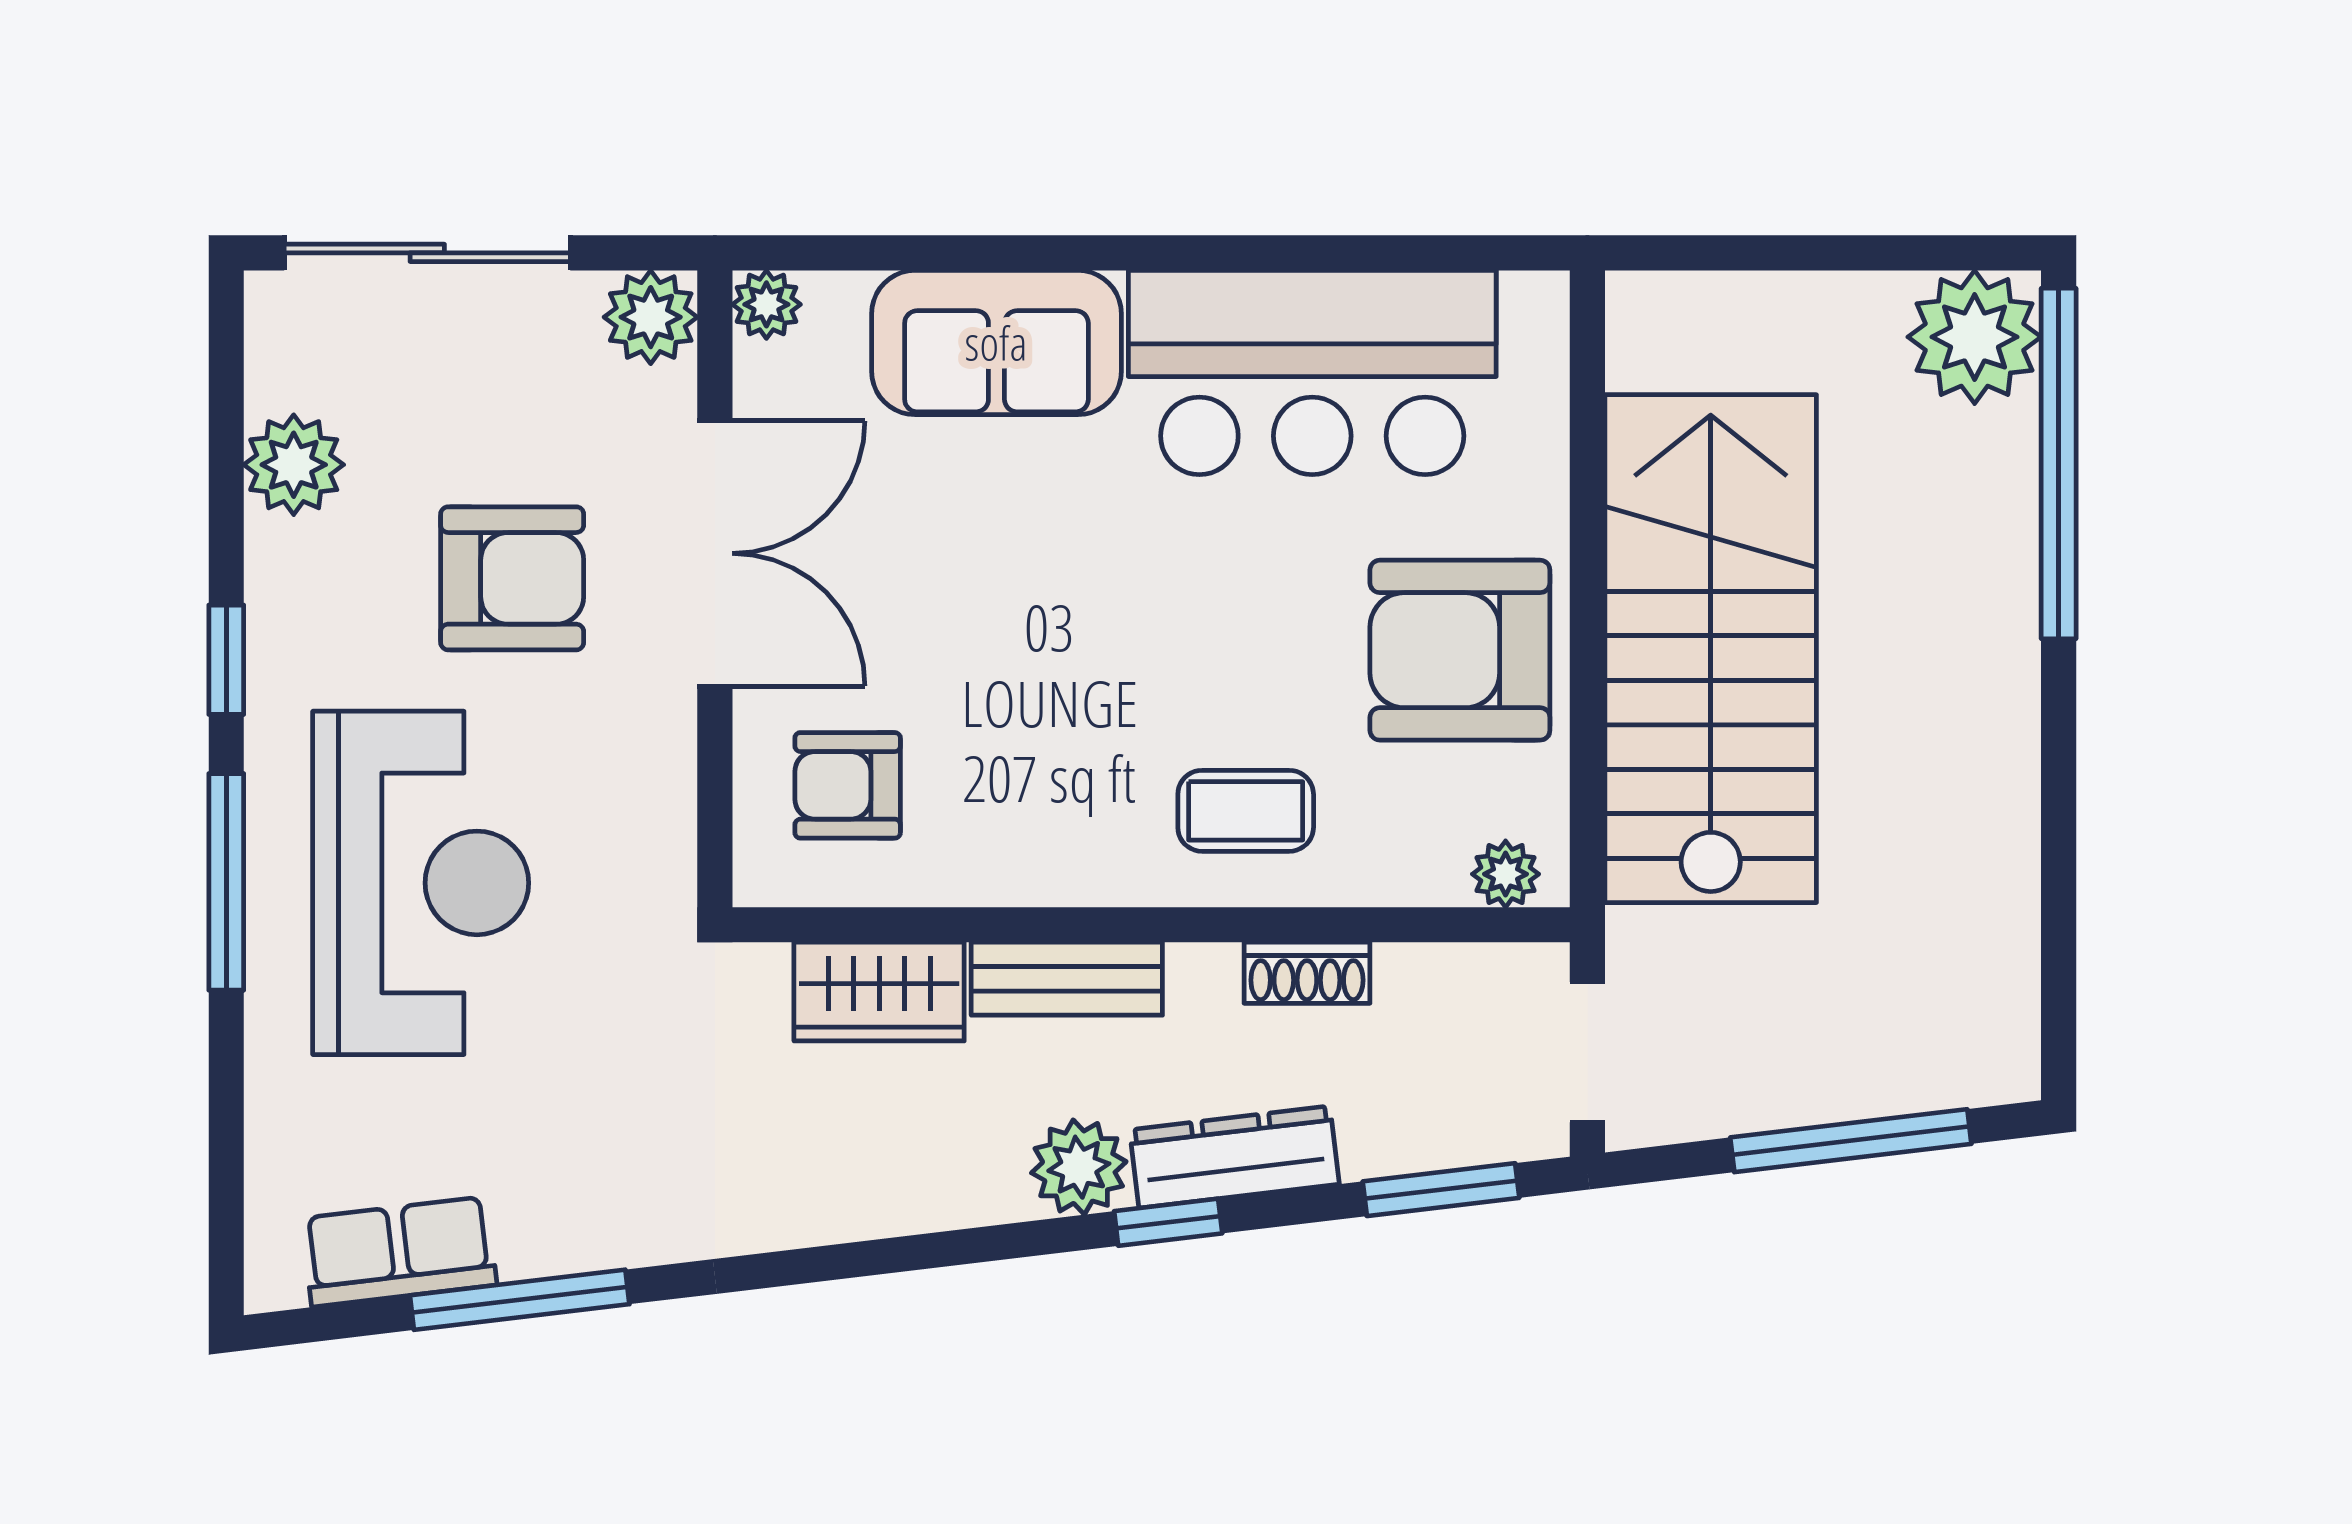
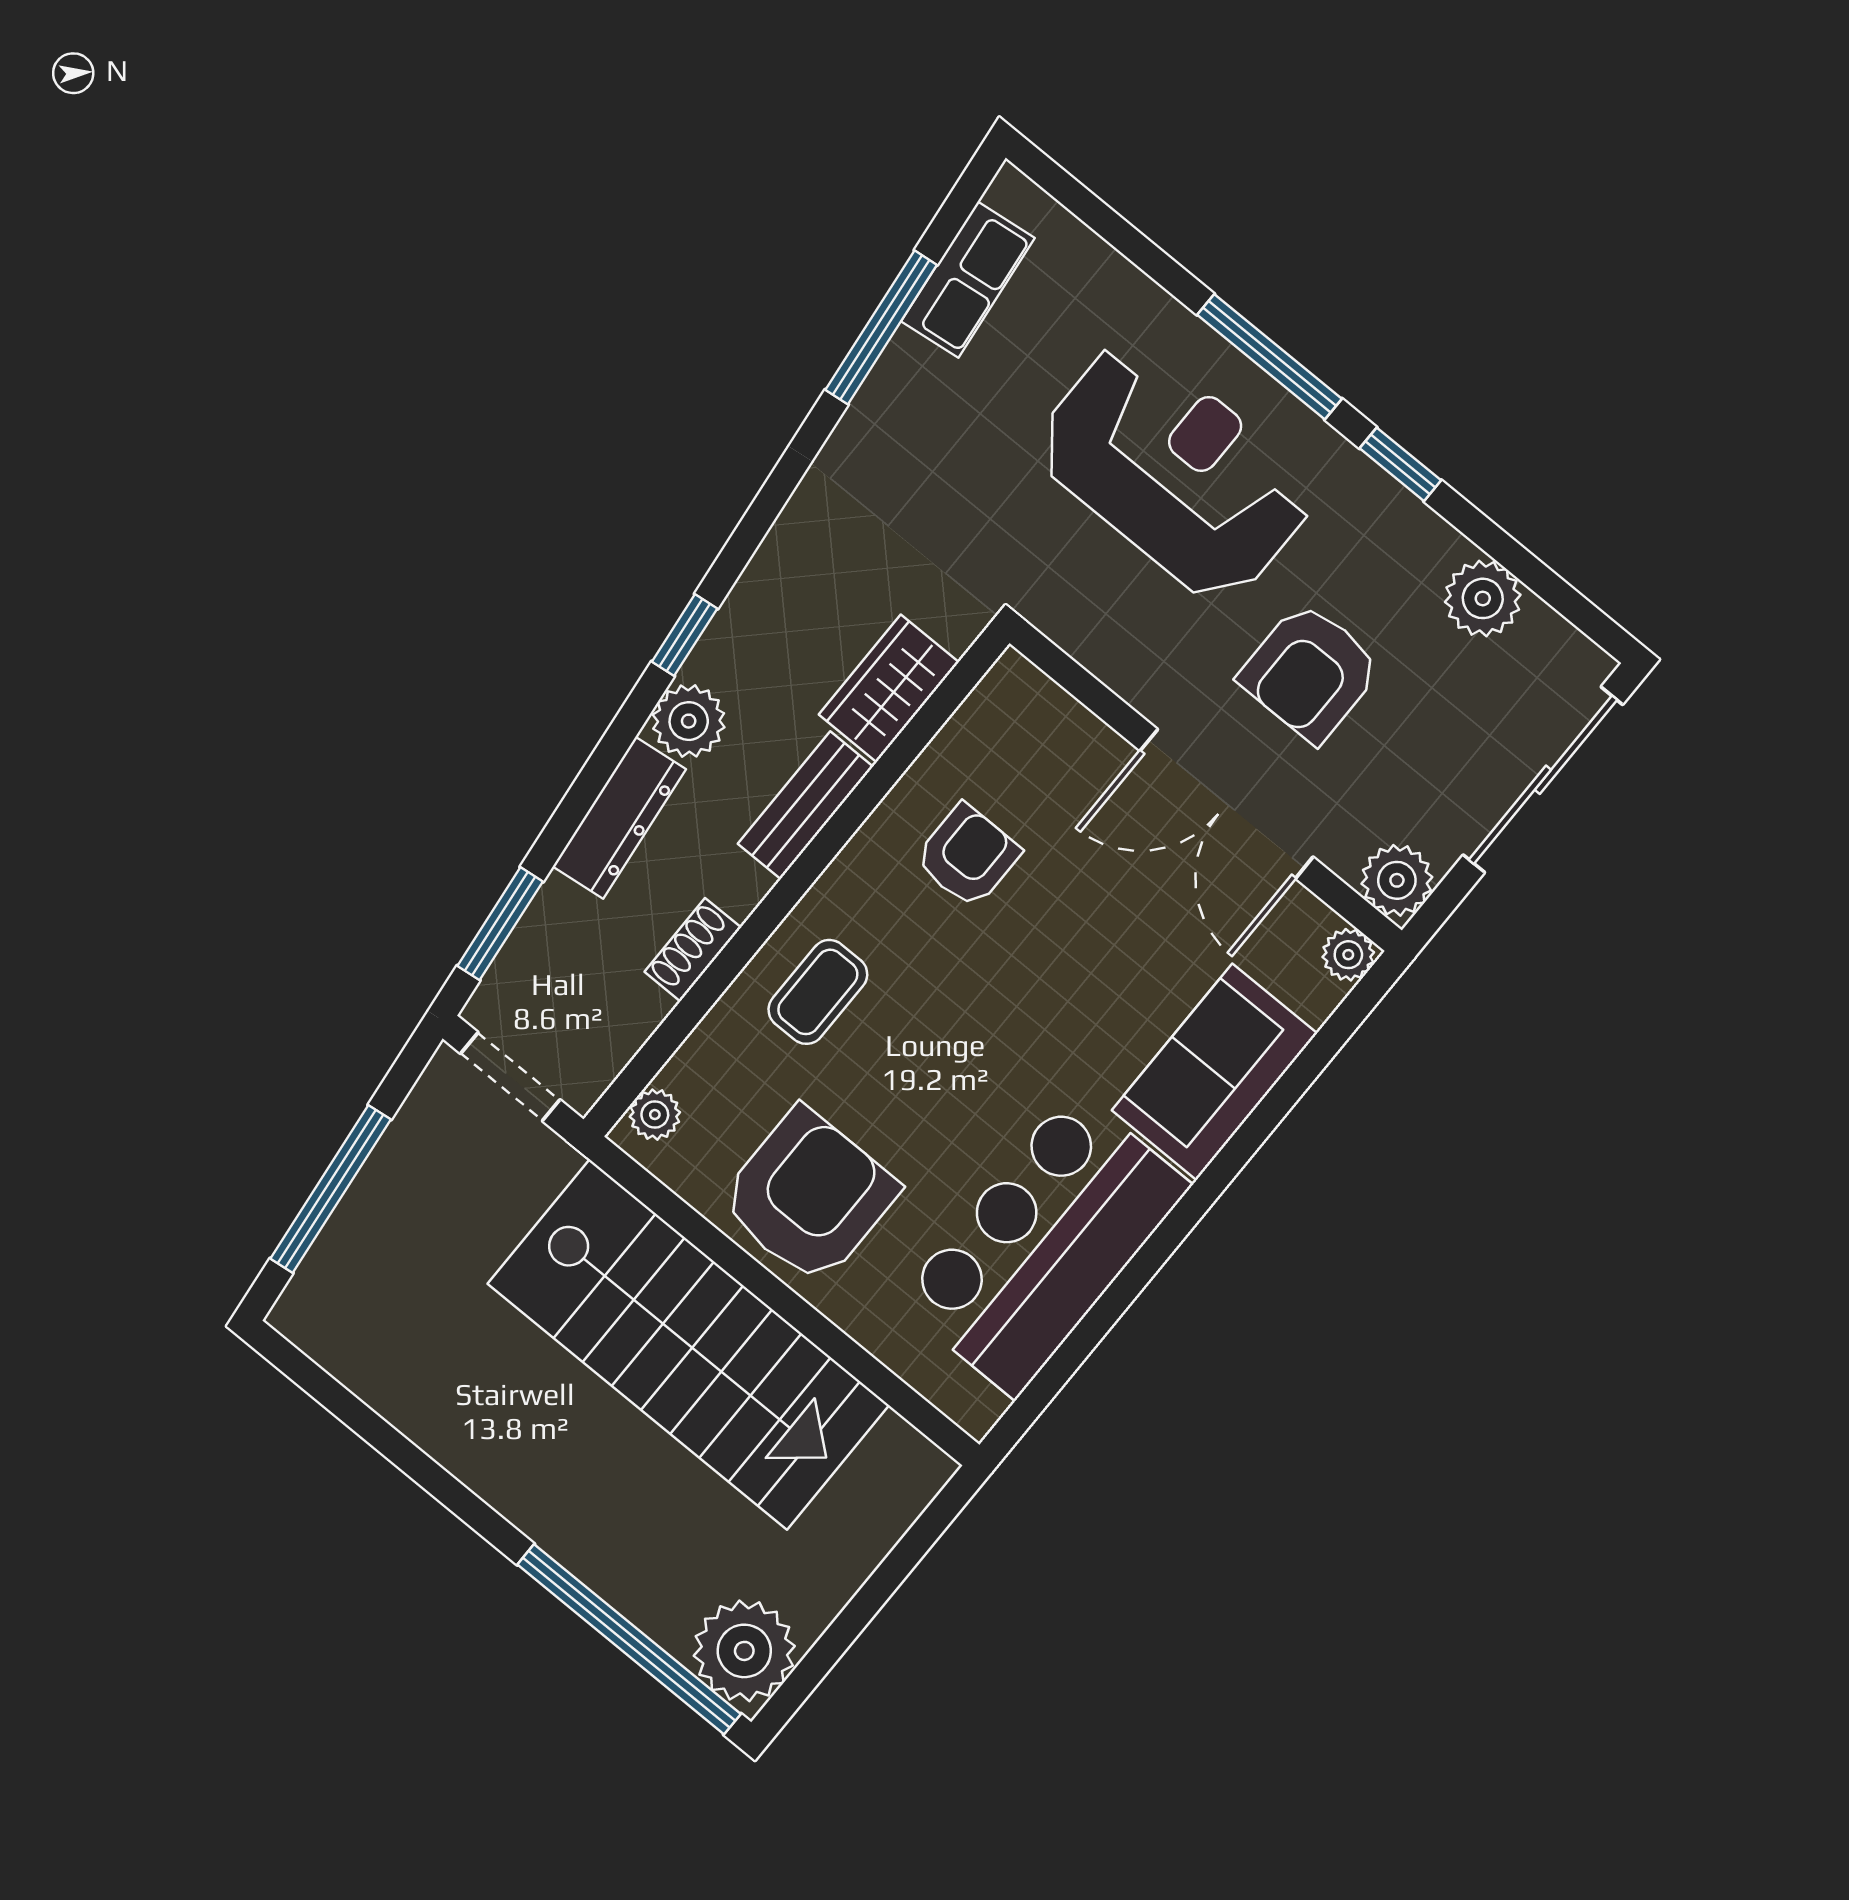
armchair: (848, 785) -> (968, 856), moved
reception desk: (421, 883) -> (1175, 471), turned 180
window: (1168, 1222) -> (685, 635), moved

